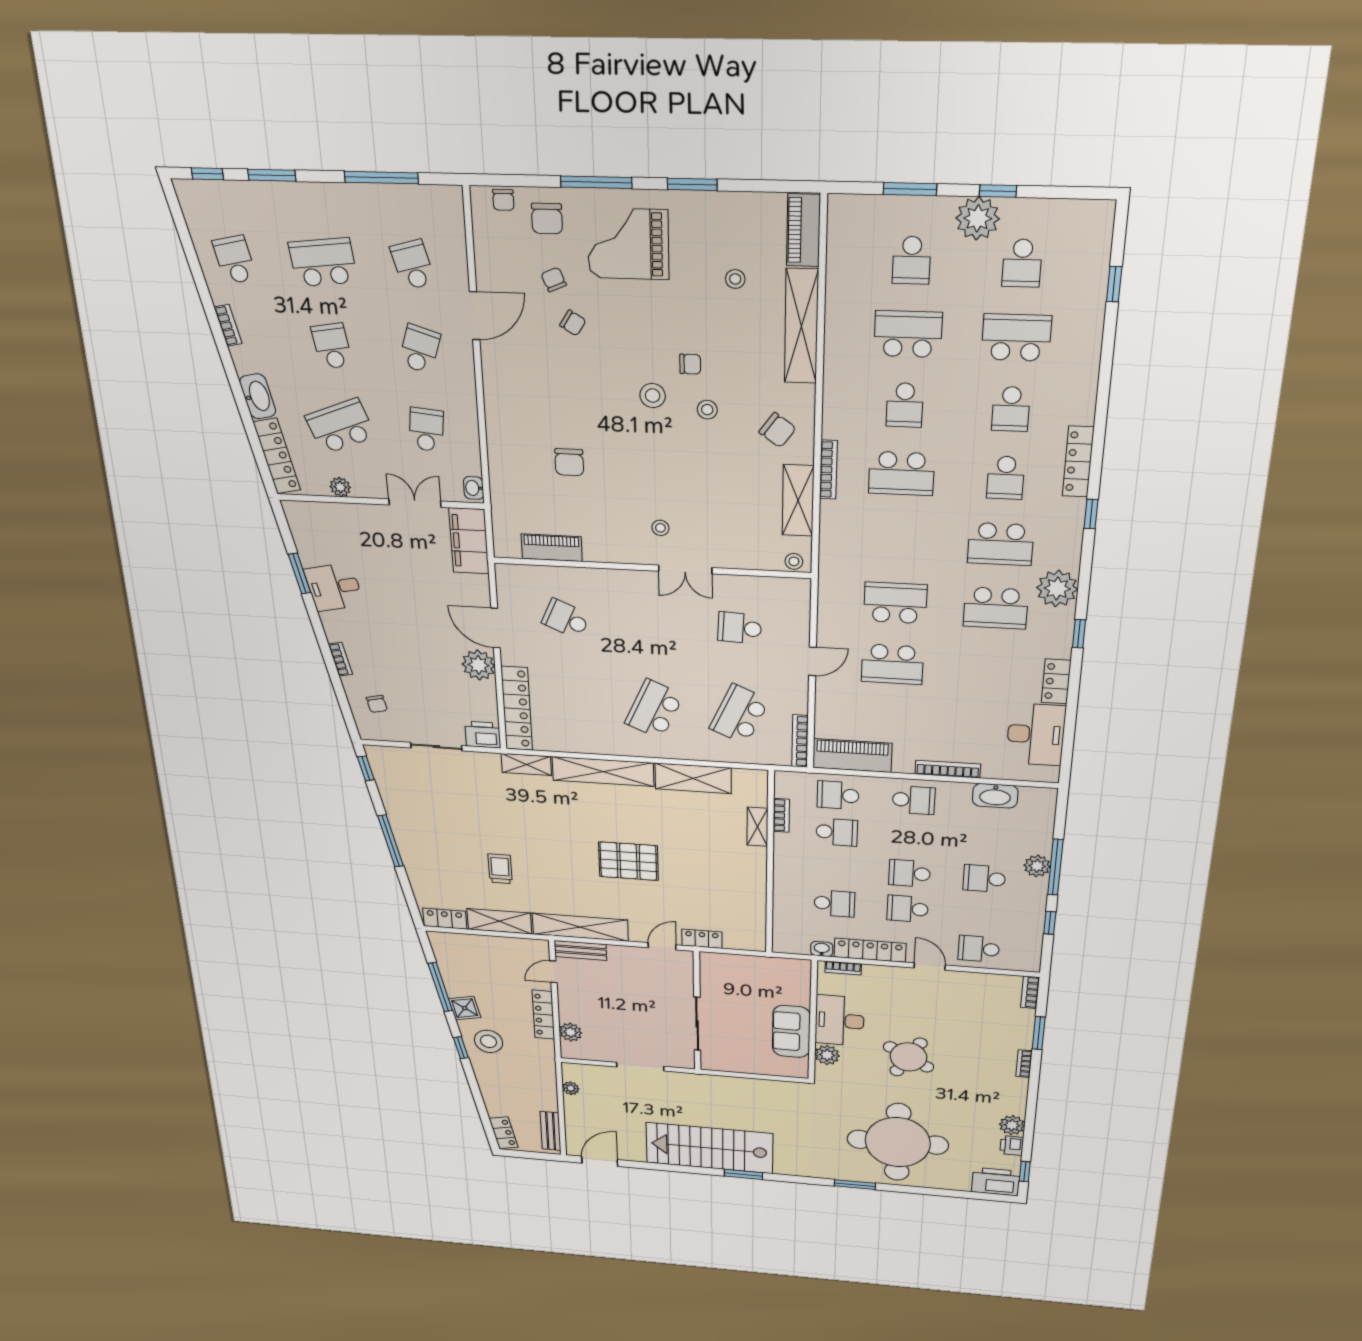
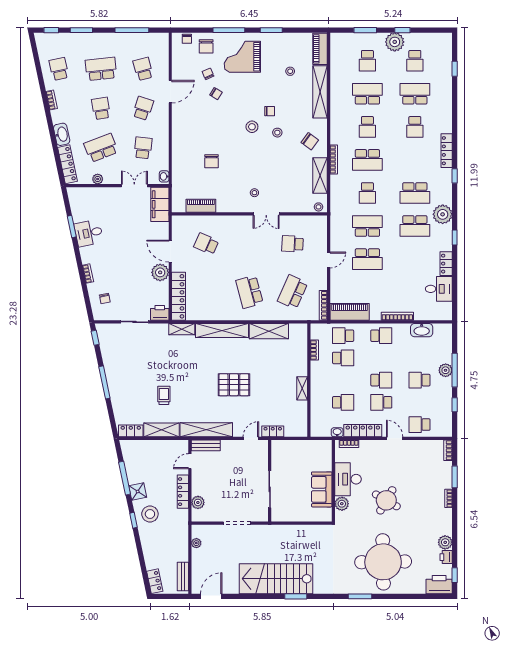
school desk: (1006, 478) -> (367, 193), moved
school desk: (654, 709) -> (249, 292), turned -39
desk: (1036, 734) -> (439, 289), width x0.73
shelving: (757, 827) -> (302, 388), moved
school desk: (910, 873) -> (381, 380), turned 180

